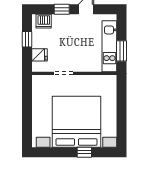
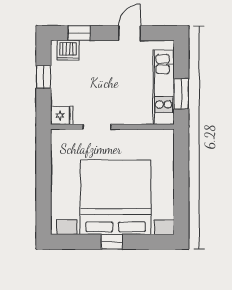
window: (62, 9) -> (79, 33), moved
fridge: (40, 55) -> (62, 115), moved
window: (84, 152) -> (112, 242), moved

